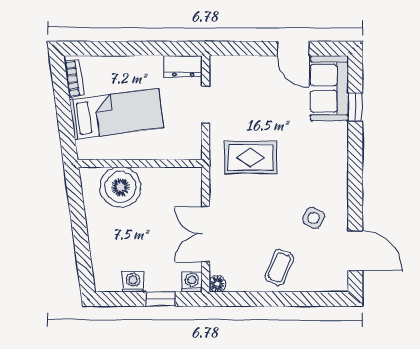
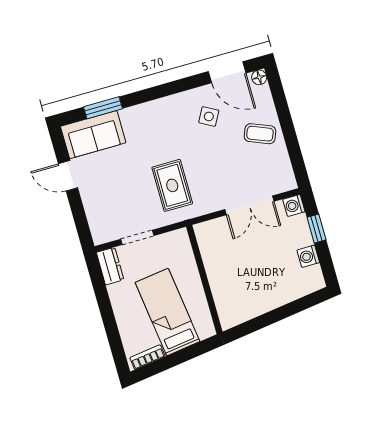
door: (293, 49) -> (68, 176), swing flipped
window: (355, 107) -> (103, 108), width x1.50
boiler: (120, 187) -> (230, 290), removed
door: (355, 251) -> (227, 72), swing flipped
floor lamp: (217, 284) -> (259, 77), moved

